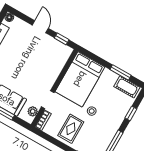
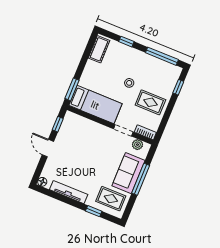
door: (40, 27) -> (48, 148), hinge flipped
window: (120, 72) -> (72, 89), moved
bed: (80, 79) -> (95, 105), width x0.67

